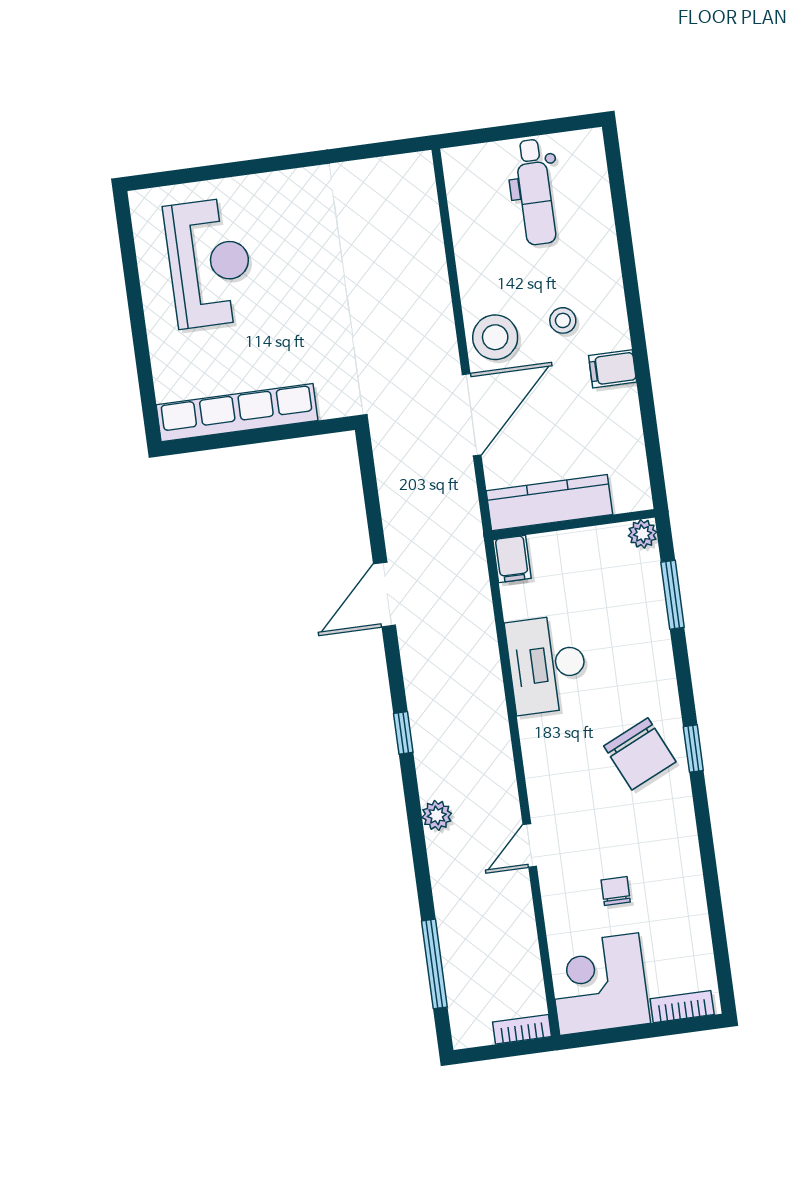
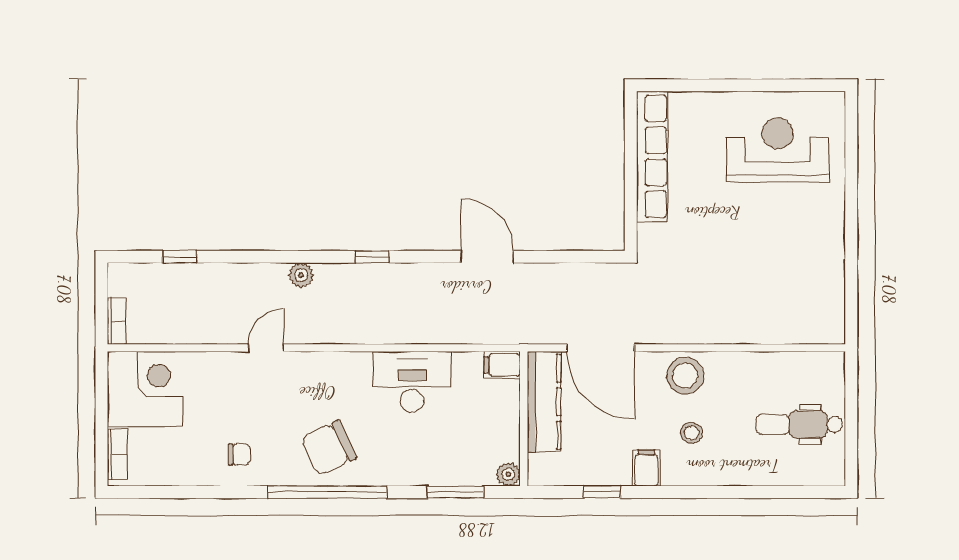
reception desk: (209, 263) -> (778, 150), turned 180
door: (472, 415) -> (601, 348), moved
window: (649, 418) -> (602, 492), added
window: (693, 749) -> (327, 492), width x3.17
door: (530, 846) -> (266, 348), hinge flipped
chair: (616, 891) -> (239, 455), moved
window: (434, 964) -> (180, 257), width x0.46

